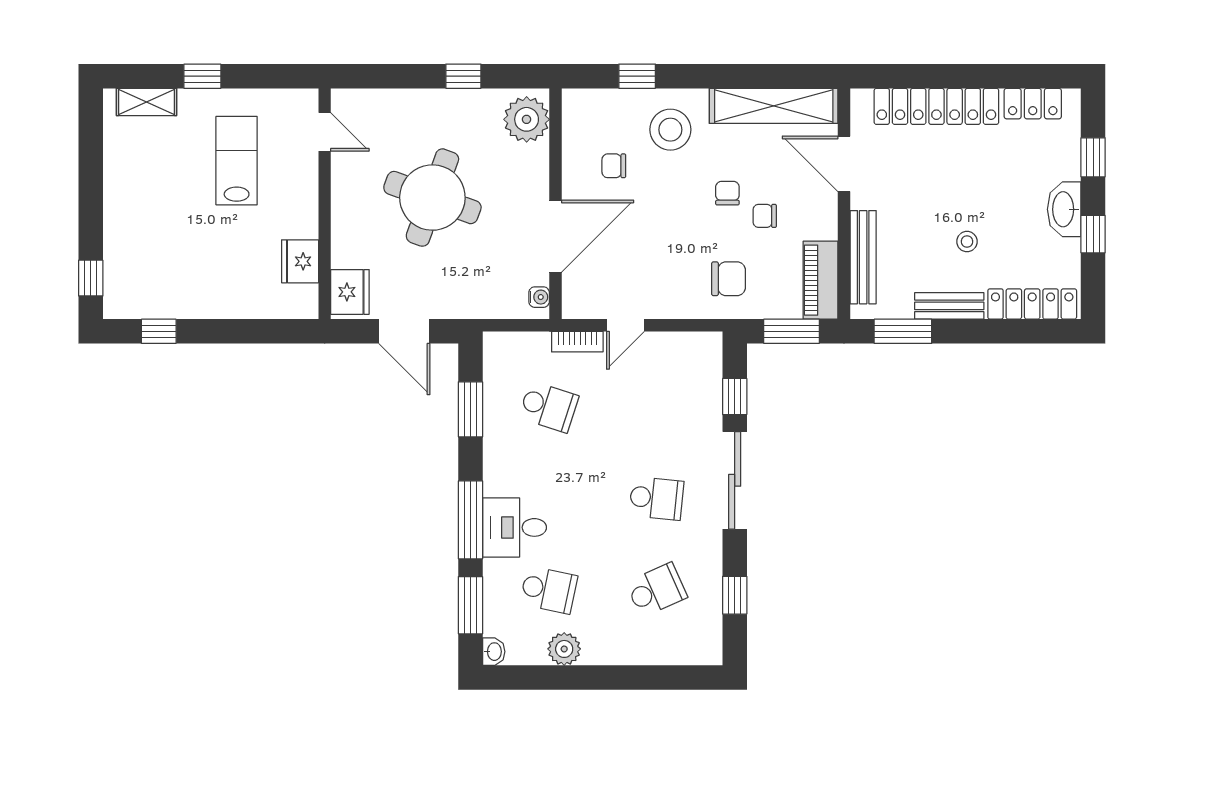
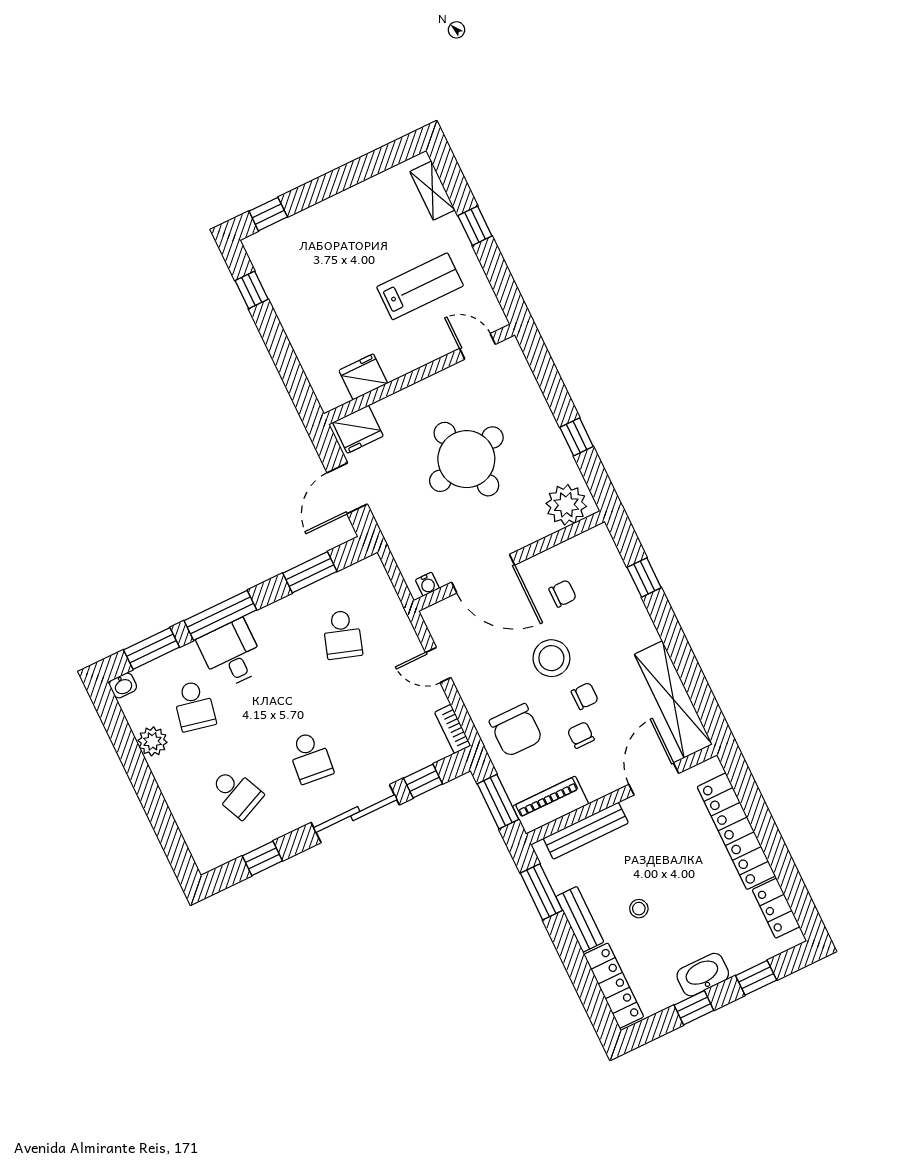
stool: (670, 130) -> (551, 658), moved
door: (325, 132) -> (477, 346), swing flipped
chair: (614, 166) -> (563, 593), turned 90
round table: (432, 198) -> (466, 459), turned -34
chair: (728, 279) -> (516, 730), width x1.37, depth x1.37
bookcase: (577, 342) -> (453, 729), moved

